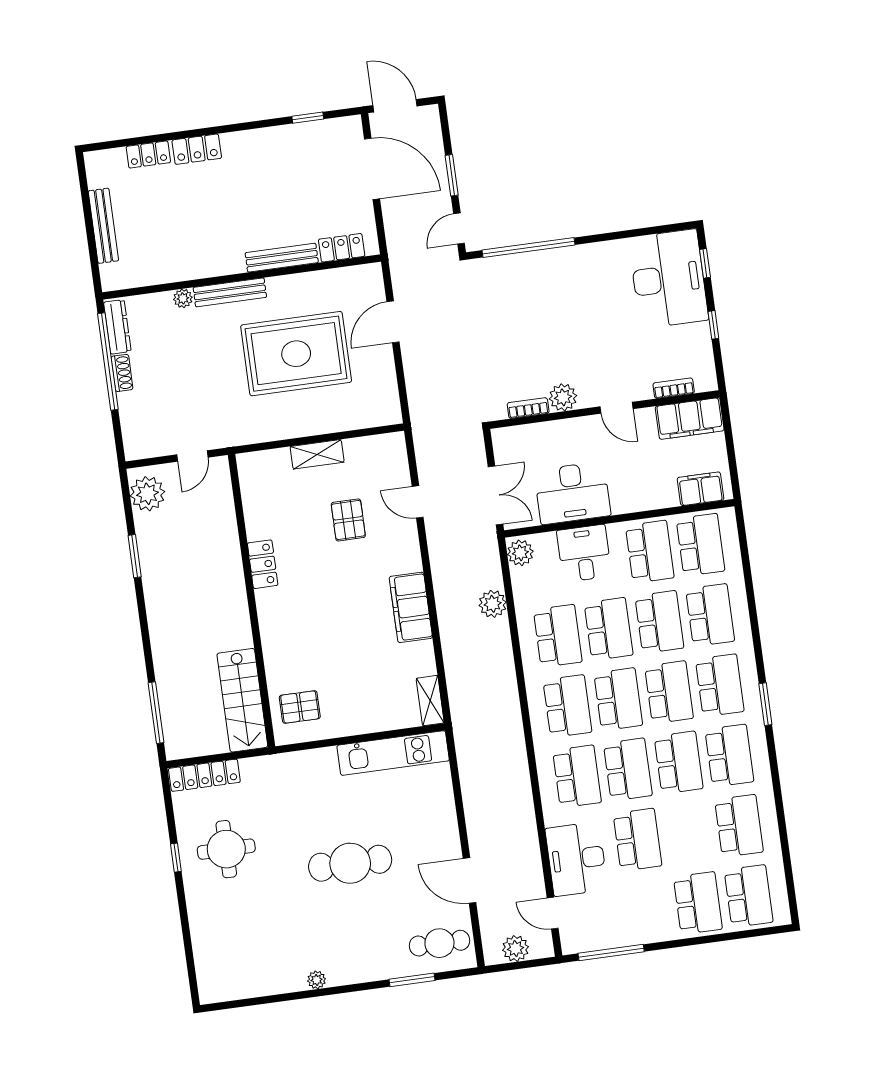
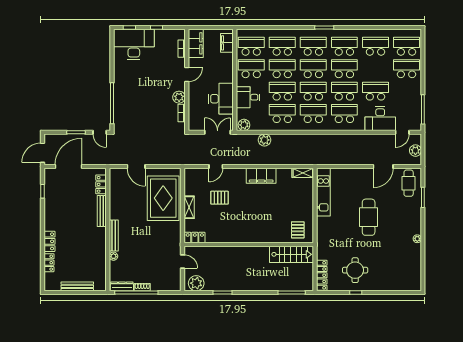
rug: (296, 354) -> (163, 198), moved
locker: (263, 564) -> (195, 237), moved

